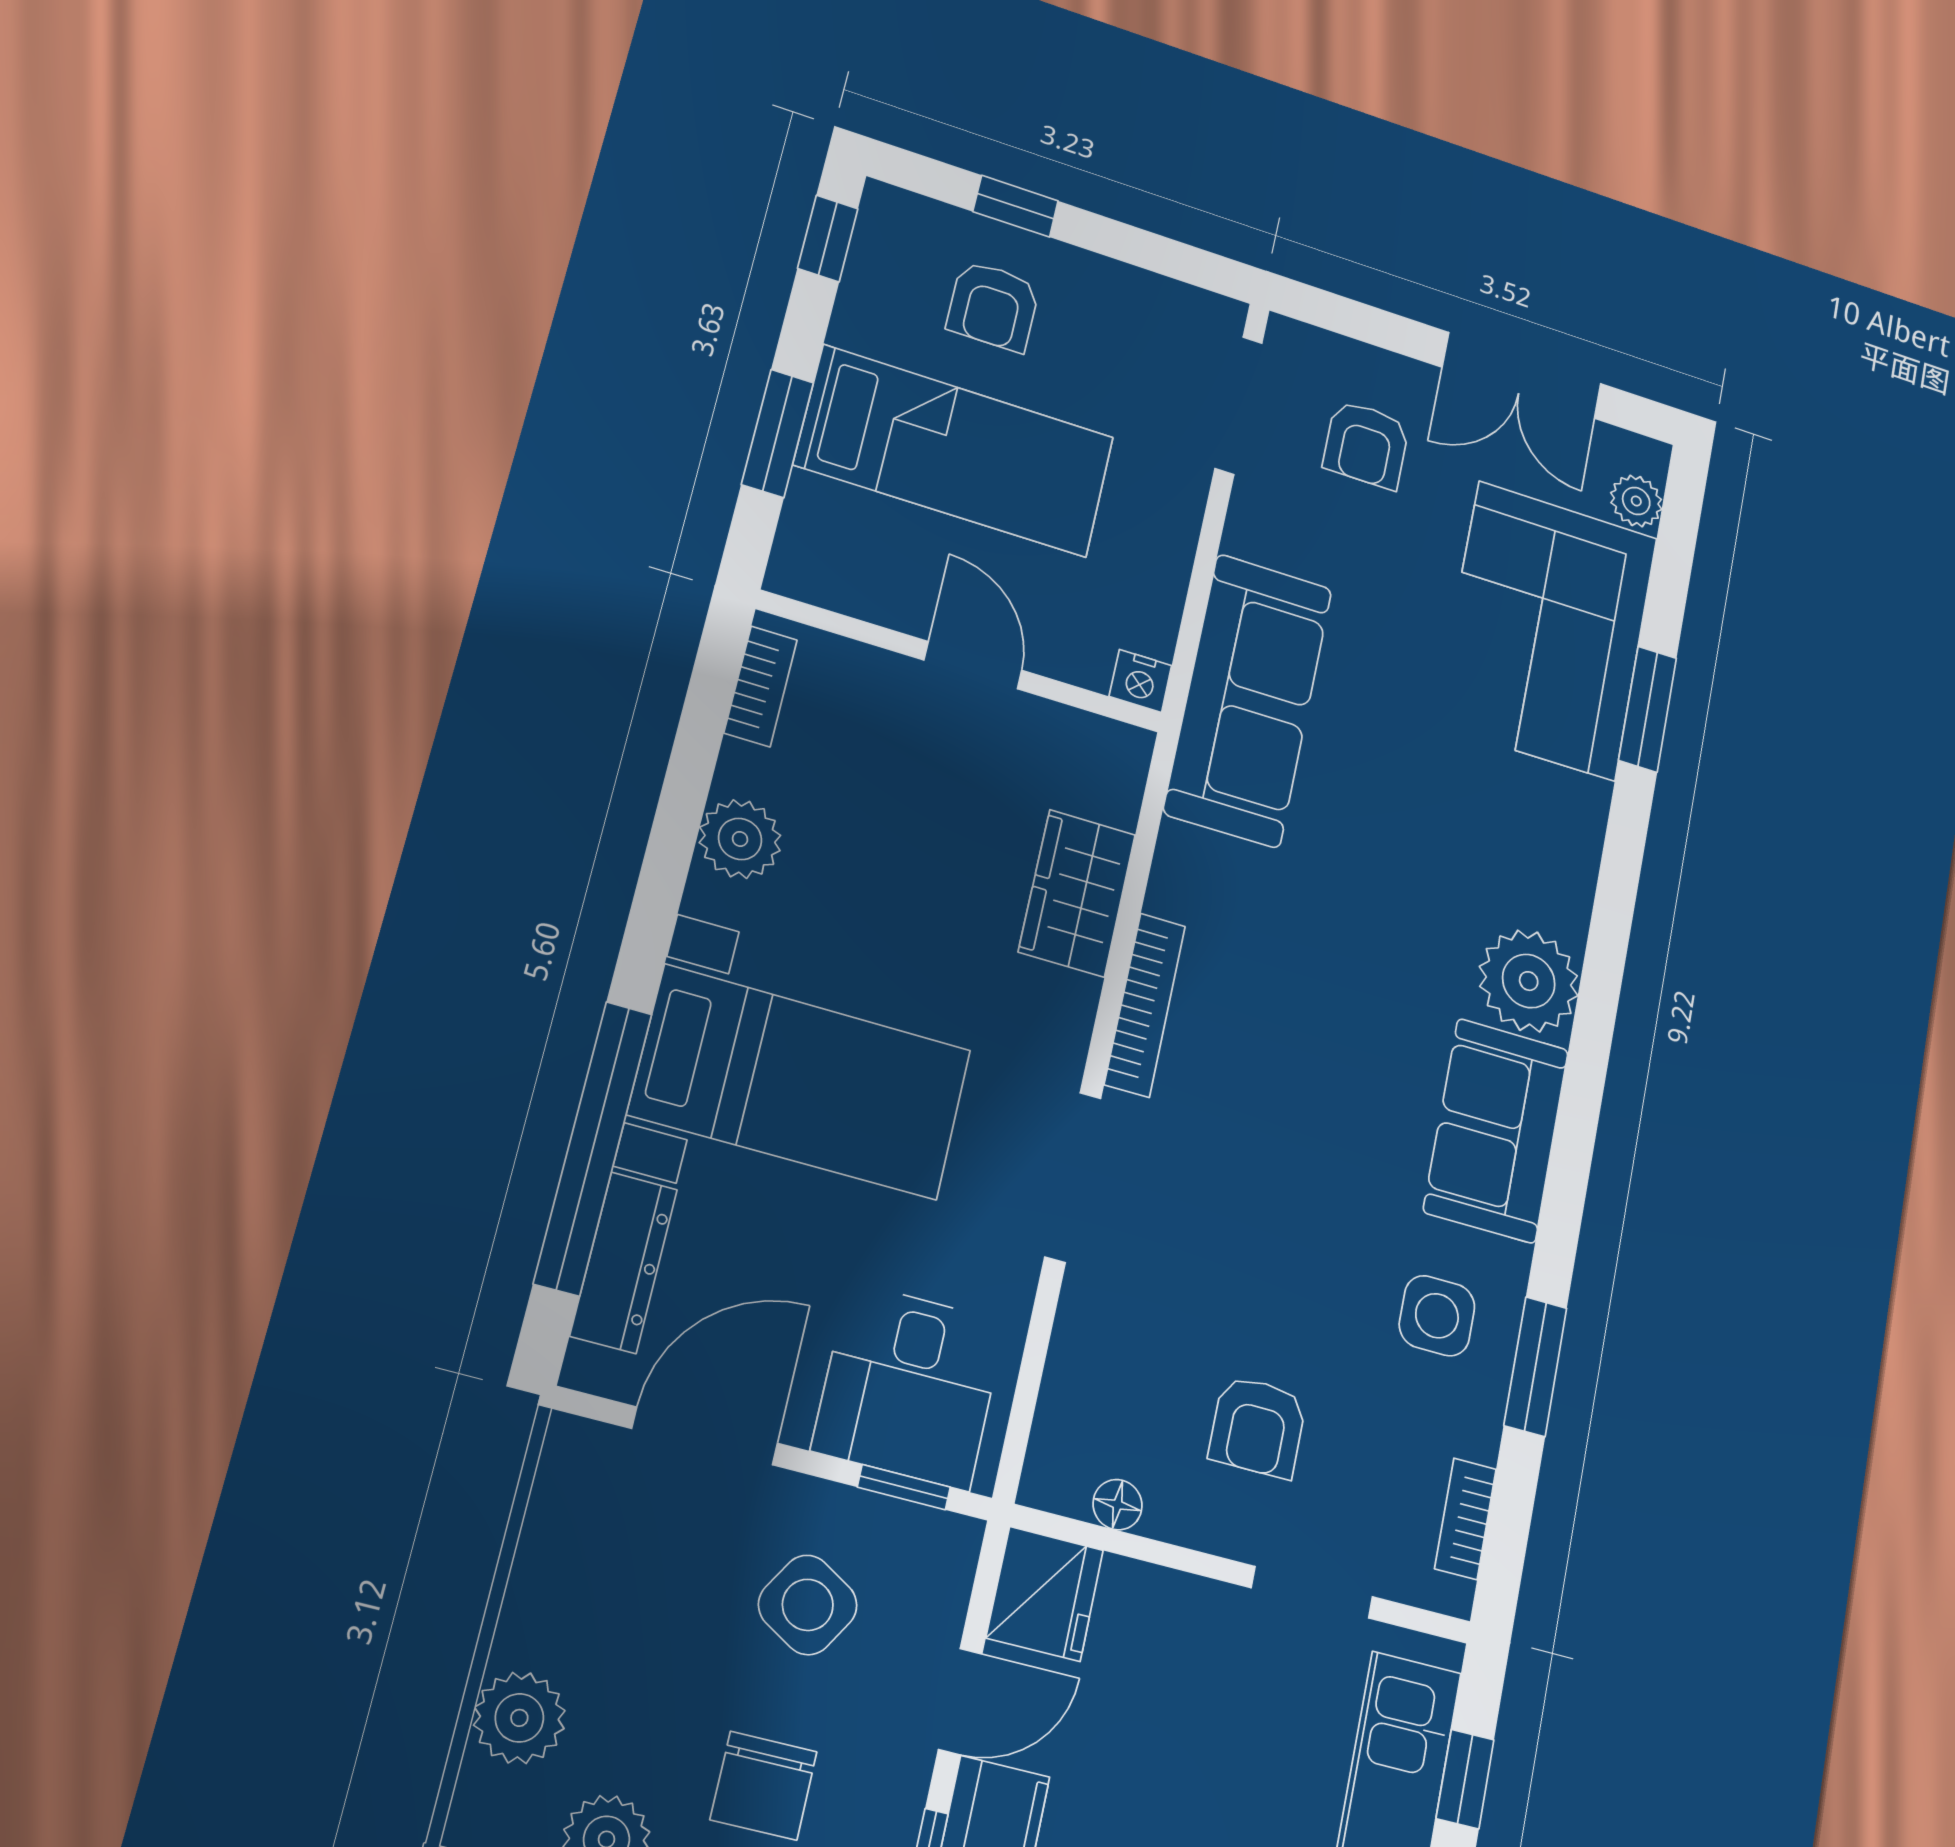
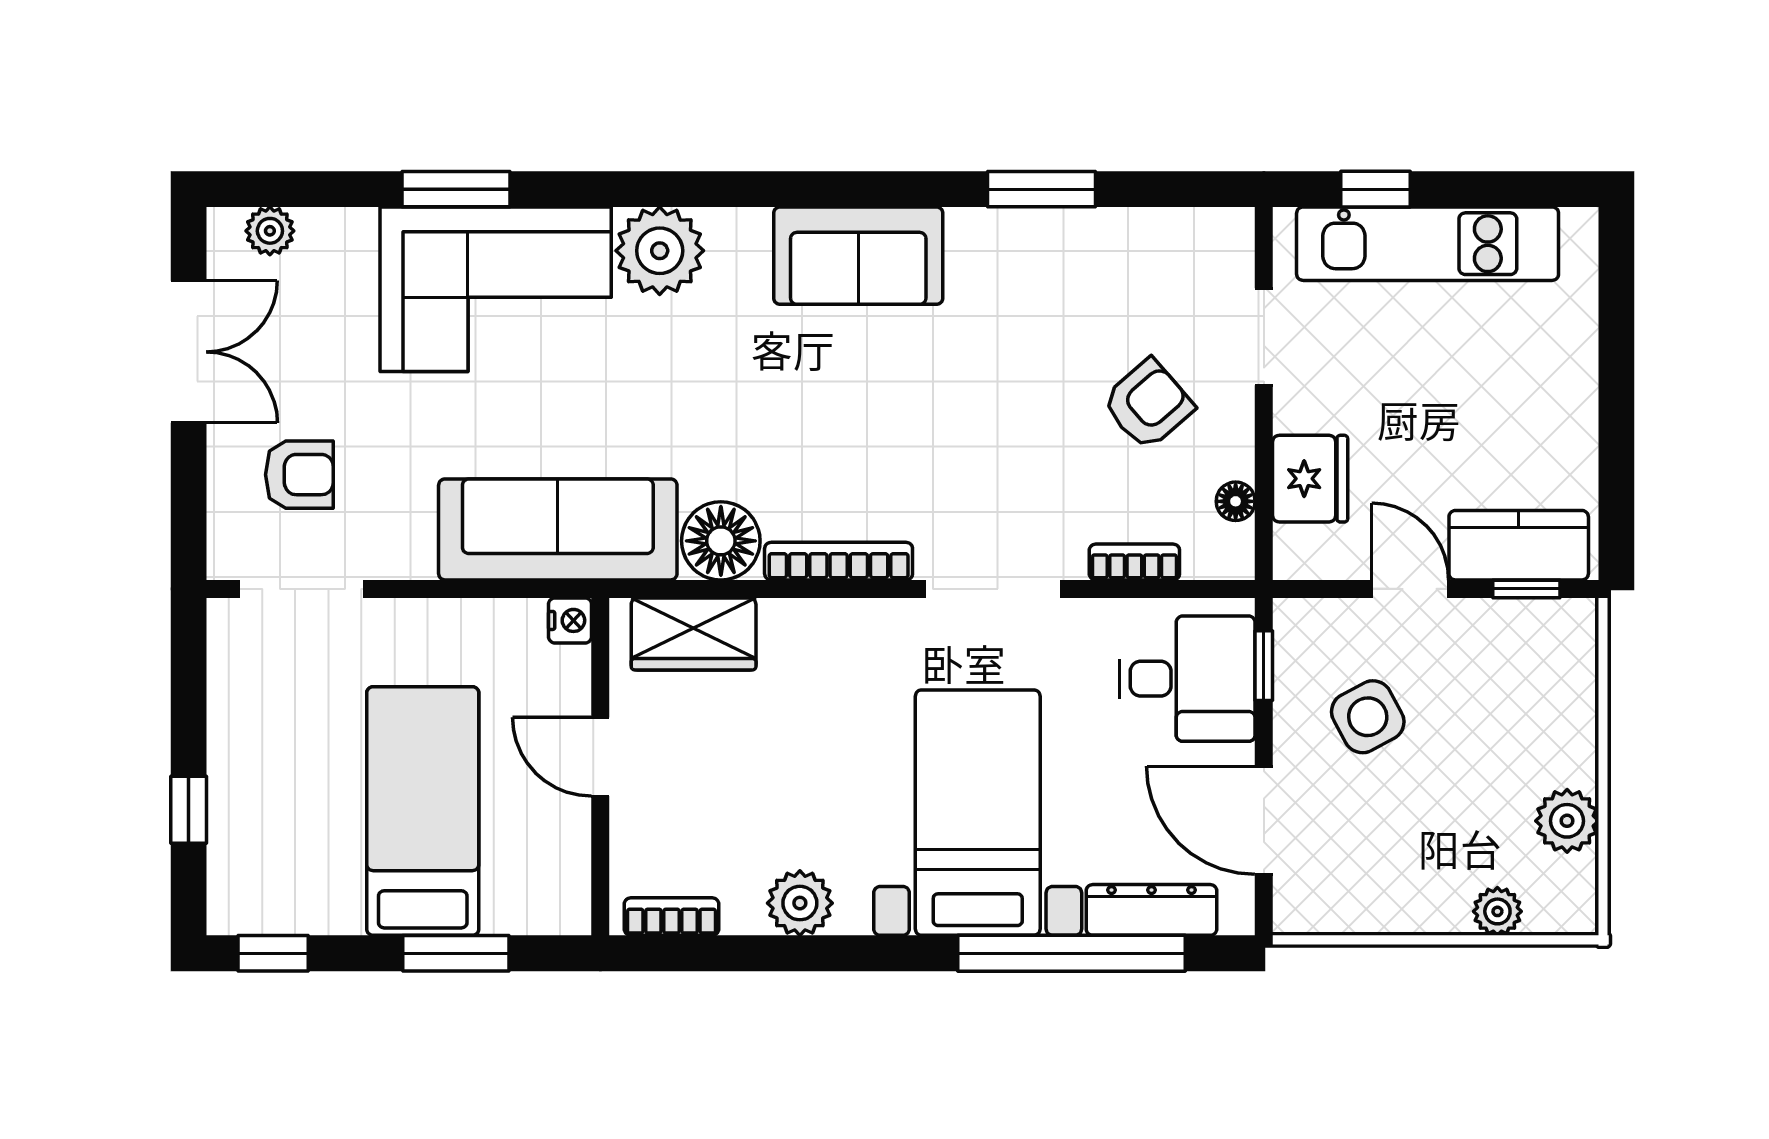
armchair: (993, 306) -> (285, 808), removed
corner sofa: (1547, 630) -> (496, 289), moved
door: (973, 665) -> (600, 757), hinge flipped
floor lamp: (1197, 877) -> (721, 541), added
wardrobe: (1077, 893) -> (694, 634), moved
plant: (1529, 981) -> (660, 251), moved
side table: (1437, 1316) -> (1022, 277), removed
armchair: (1258, 1427) -> (1148, 404), turned -41
bookcase: (1465, 1519) -> (1134, 562), moved, turned 180
fridge: (1045, 1594) -> (1310, 479), moved, turned 90
side table: (808, 1605) -> (1368, 717), turned 31
plant: (519, 1718) -> (1497, 911), width x0.73, depth x0.73
chair: (764, 1786) -> (1504, 719), removed

